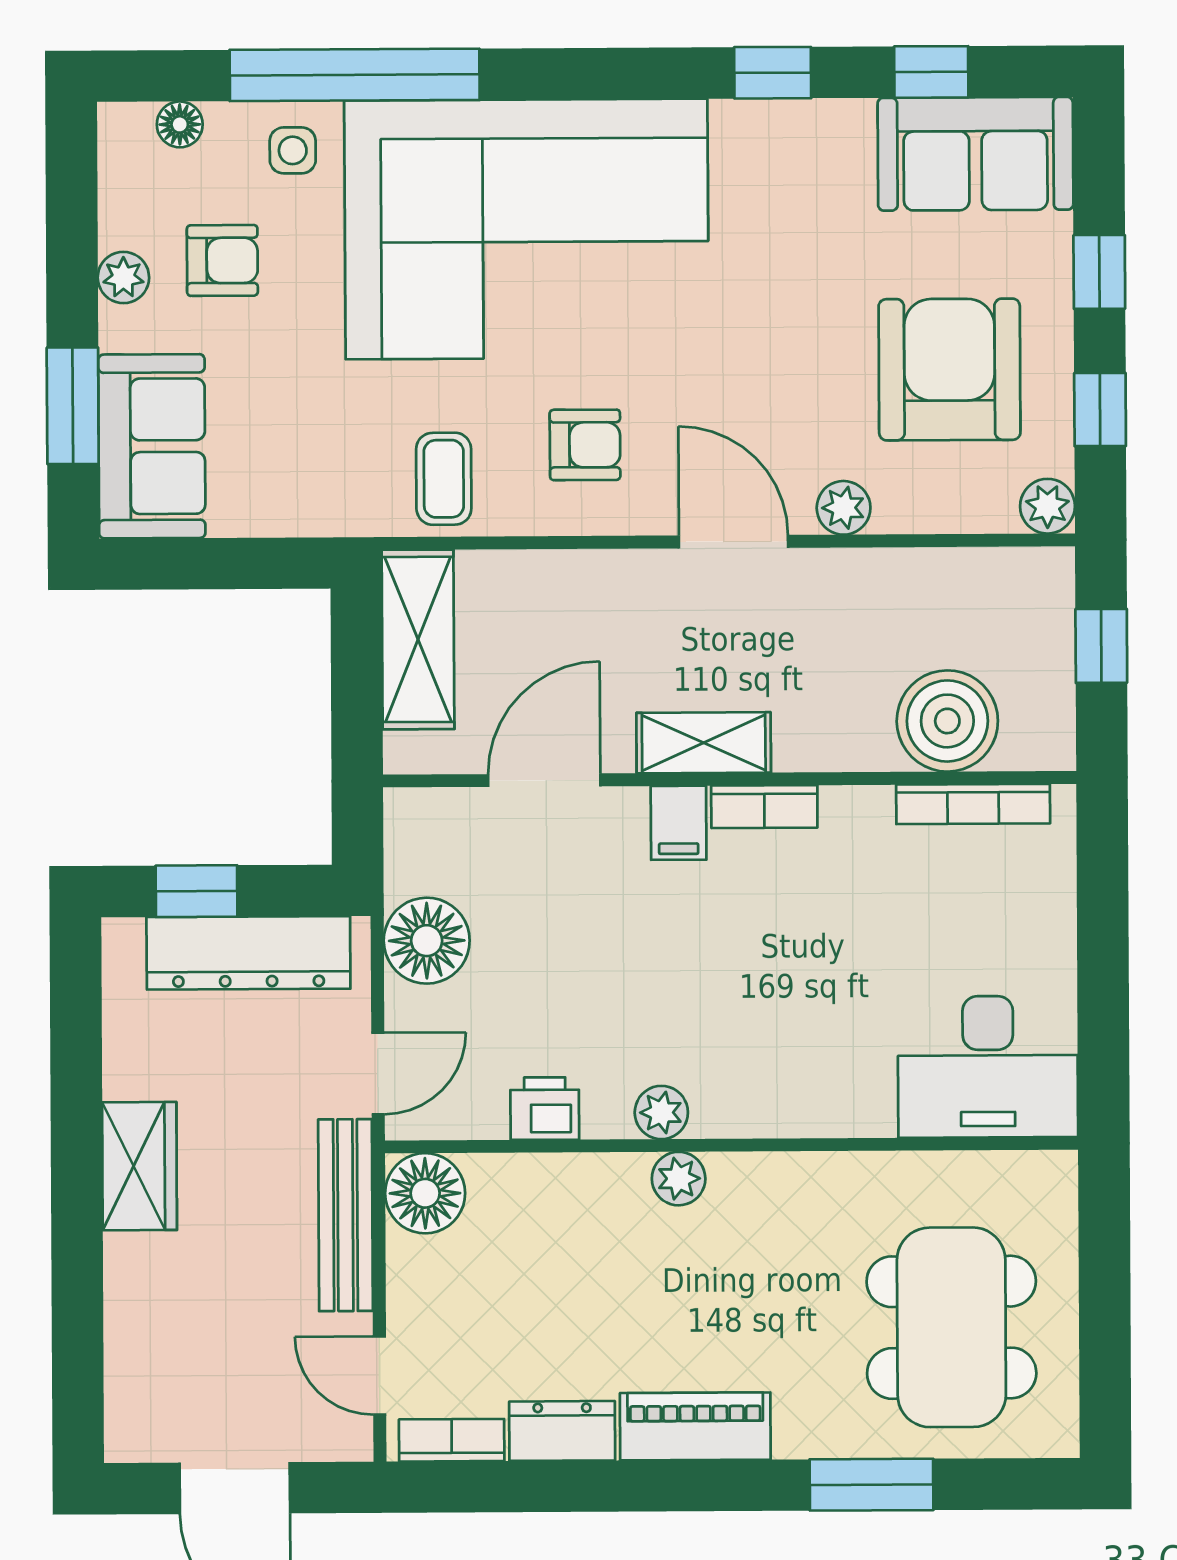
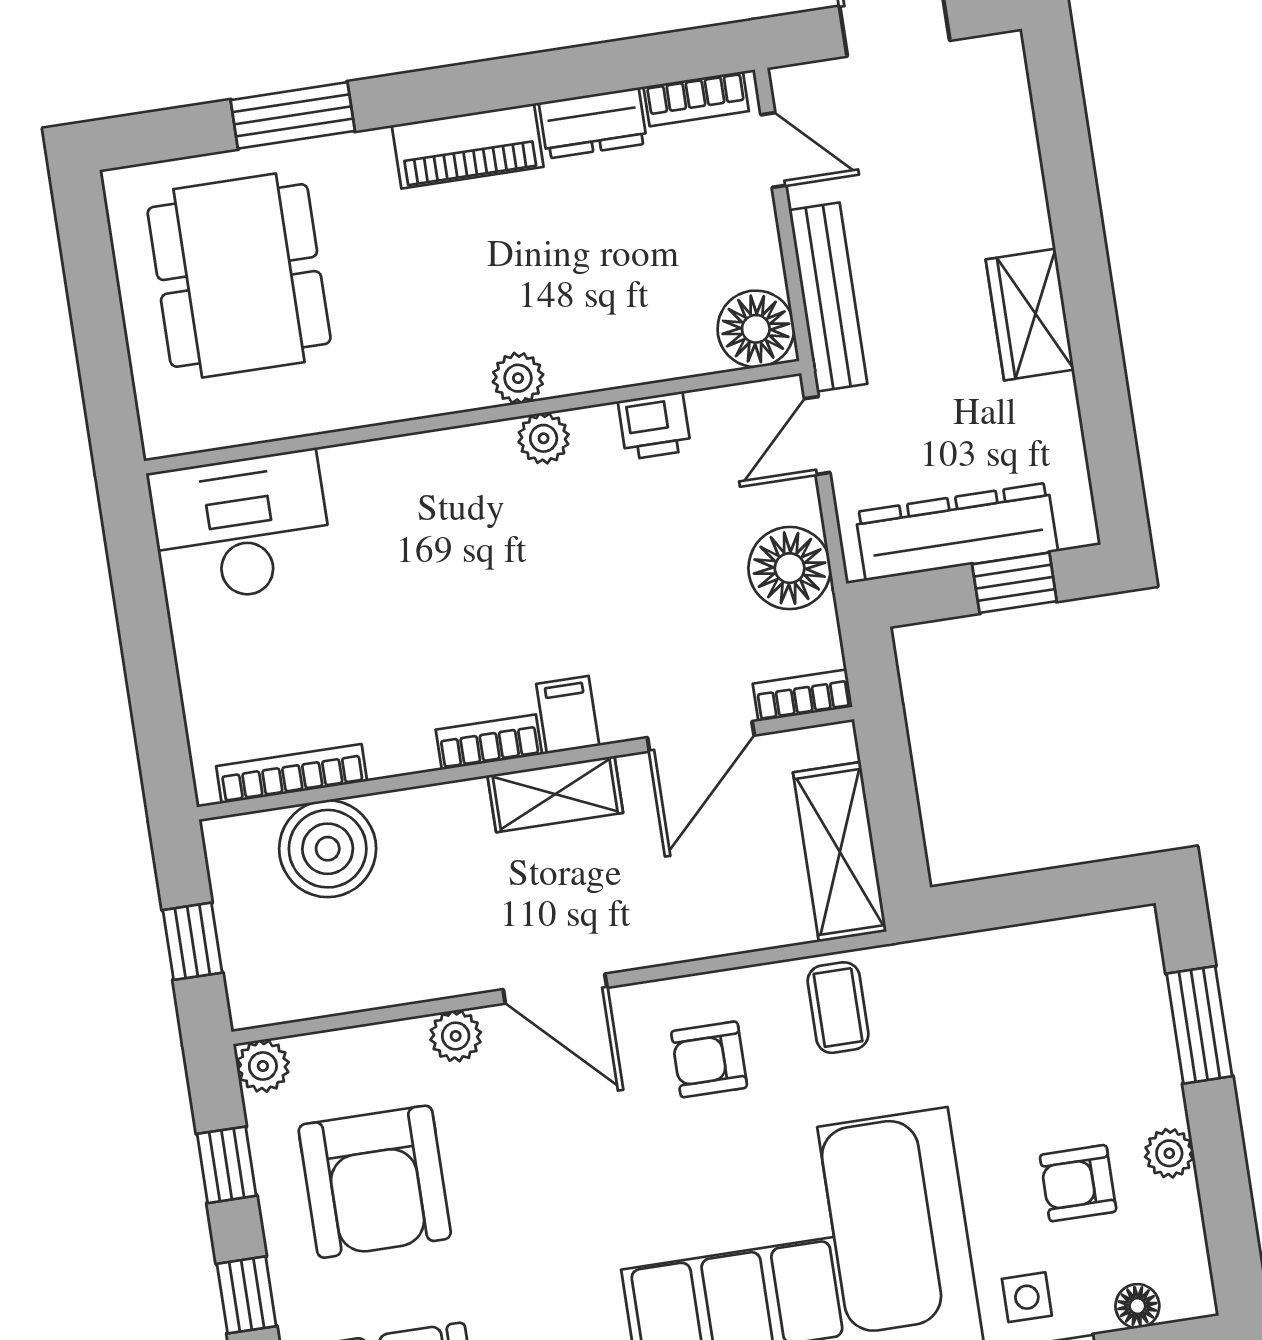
sofa: (152, 446) -> (1119, 998), removed
bookcase: (433, 807) -> (803, 695), added

